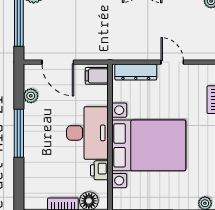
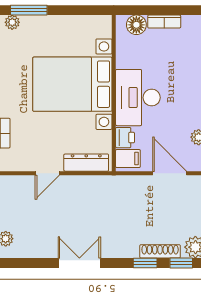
door: (172, 62) -> (47, 173), hinge flipped
printer: (99, 170) -> (125, 138), moved

